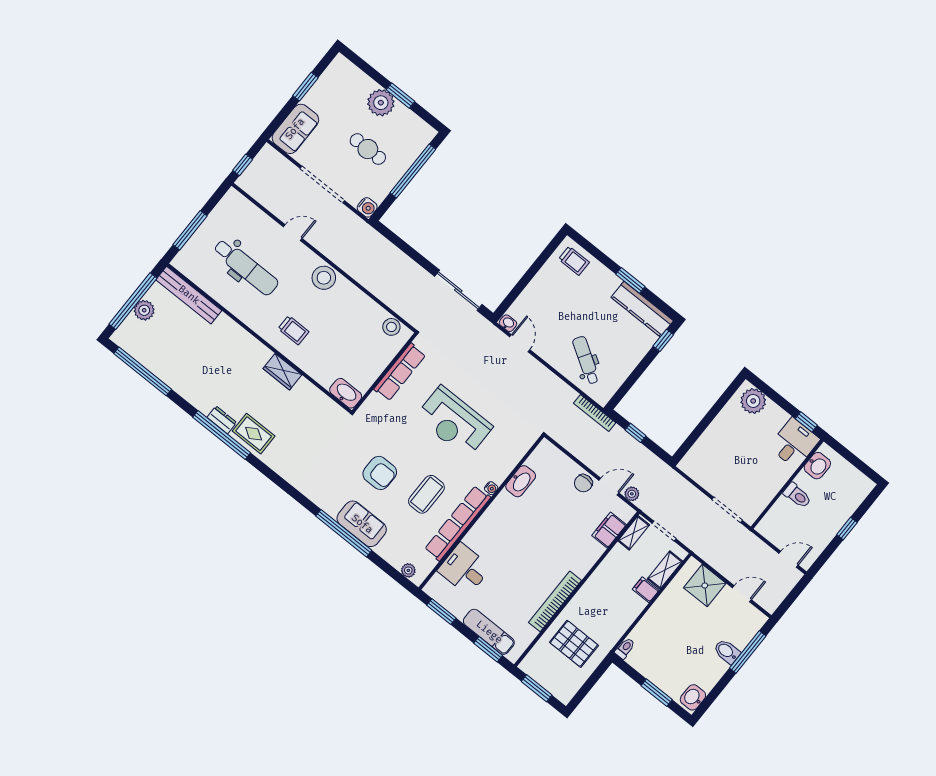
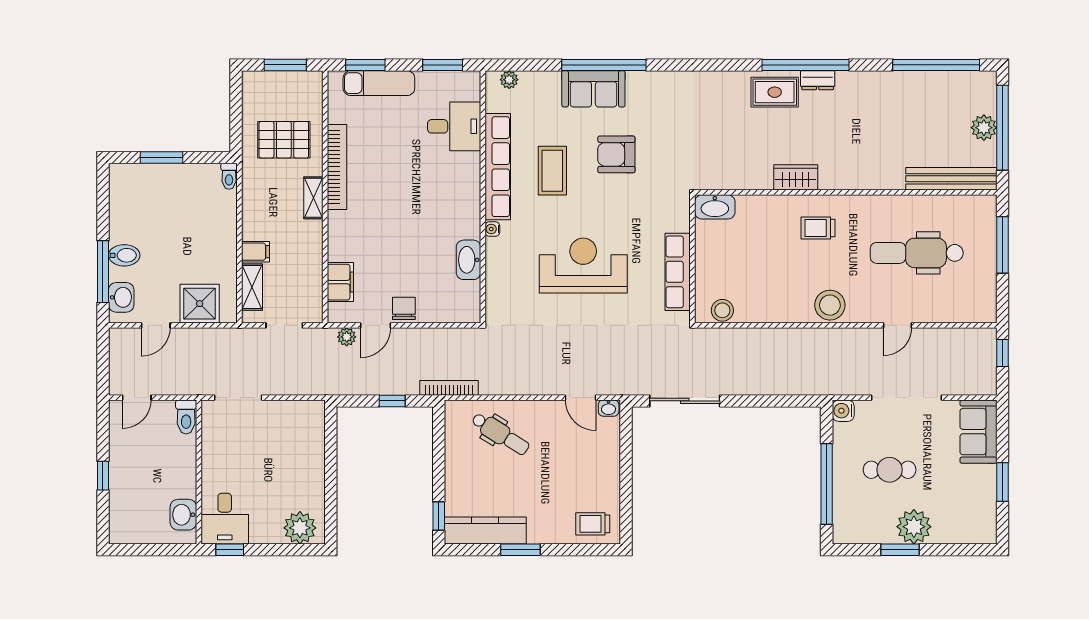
toilet: (797, 495) -> (186, 417), moved, turned -90
shelving: (634, 533) -> (313, 198), moved
washbasin: (693, 697) -> (121, 297), moved

